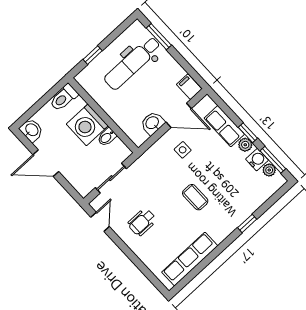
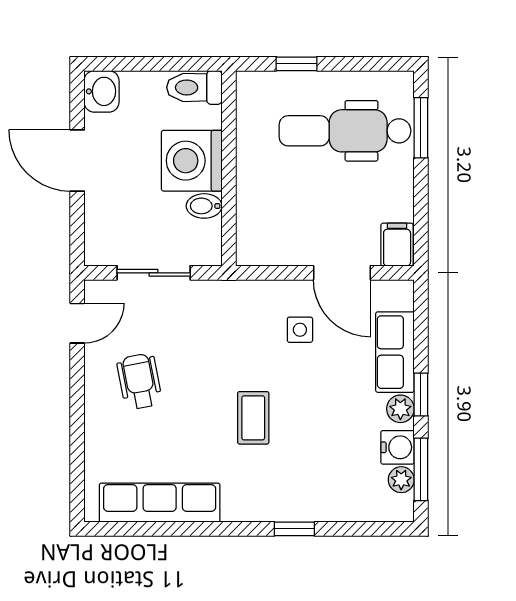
washbasin: (152, 123) -> (292, 248), removed
wheelchair: (142, 222) -> (139, 381), turned 79

